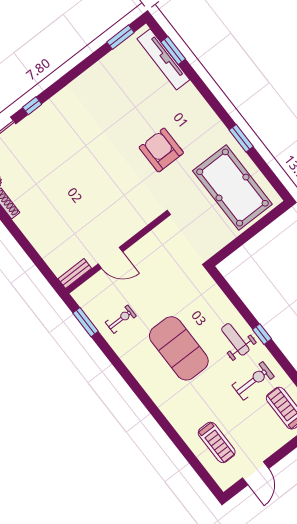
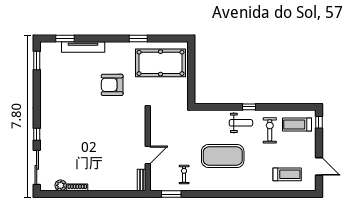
tv unit: (163, 59) -> (83, 47), moved
weight bench: (235, 339) -> (241, 123), turned 180

